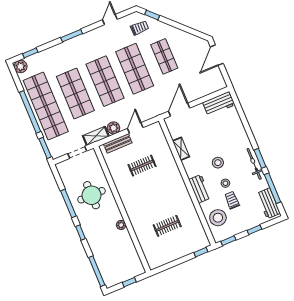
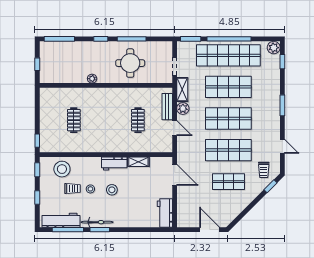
workbench: (200, 189) -> (114, 164), moved
workbench: (268, 203) -> (61, 220), width x1.38

